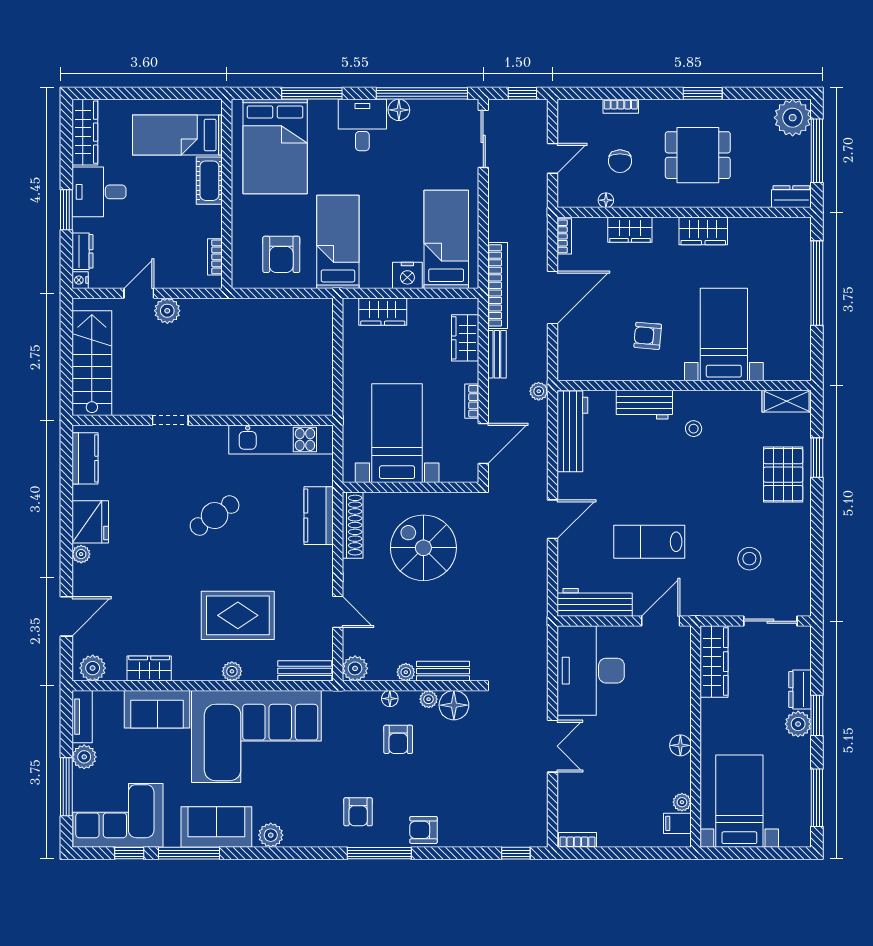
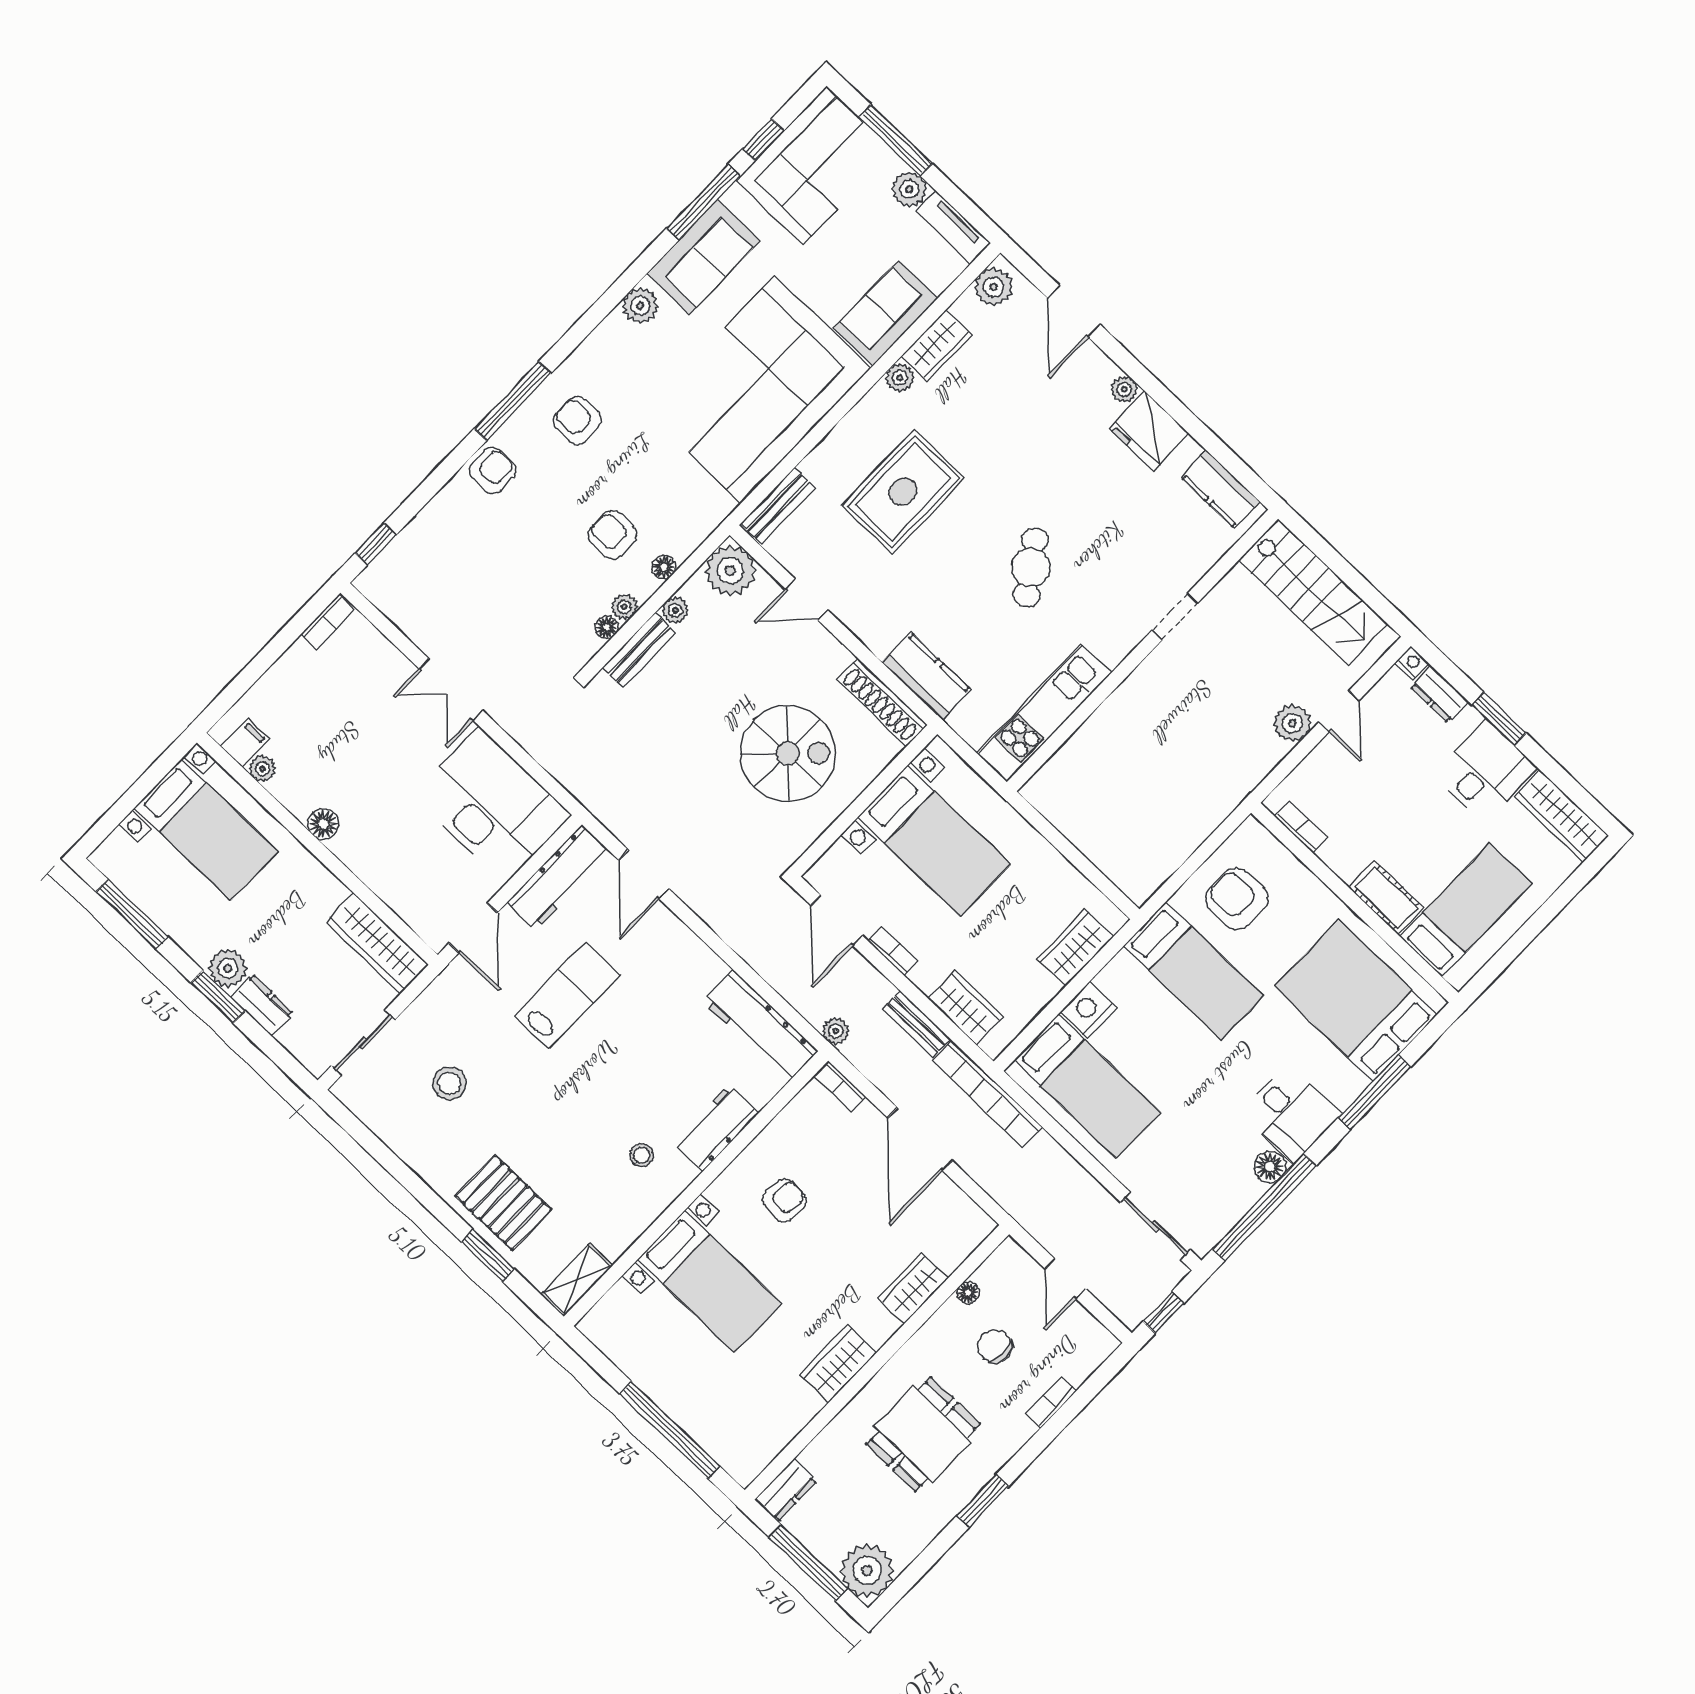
bookcase: (564, 236) -> (840, 1086), moved
door: (552, 519) -> (644, 875), moved
plant: (355, 668) -> (730, 570), width x1.36, depth x1.36
plant: (232, 671) -> (900, 378), moved
floor lamp: (454, 705) -> (607, 627), width x0.53, depth x0.53

